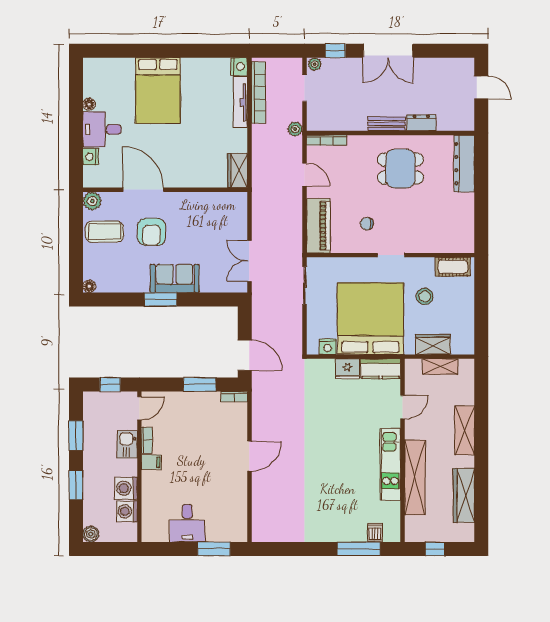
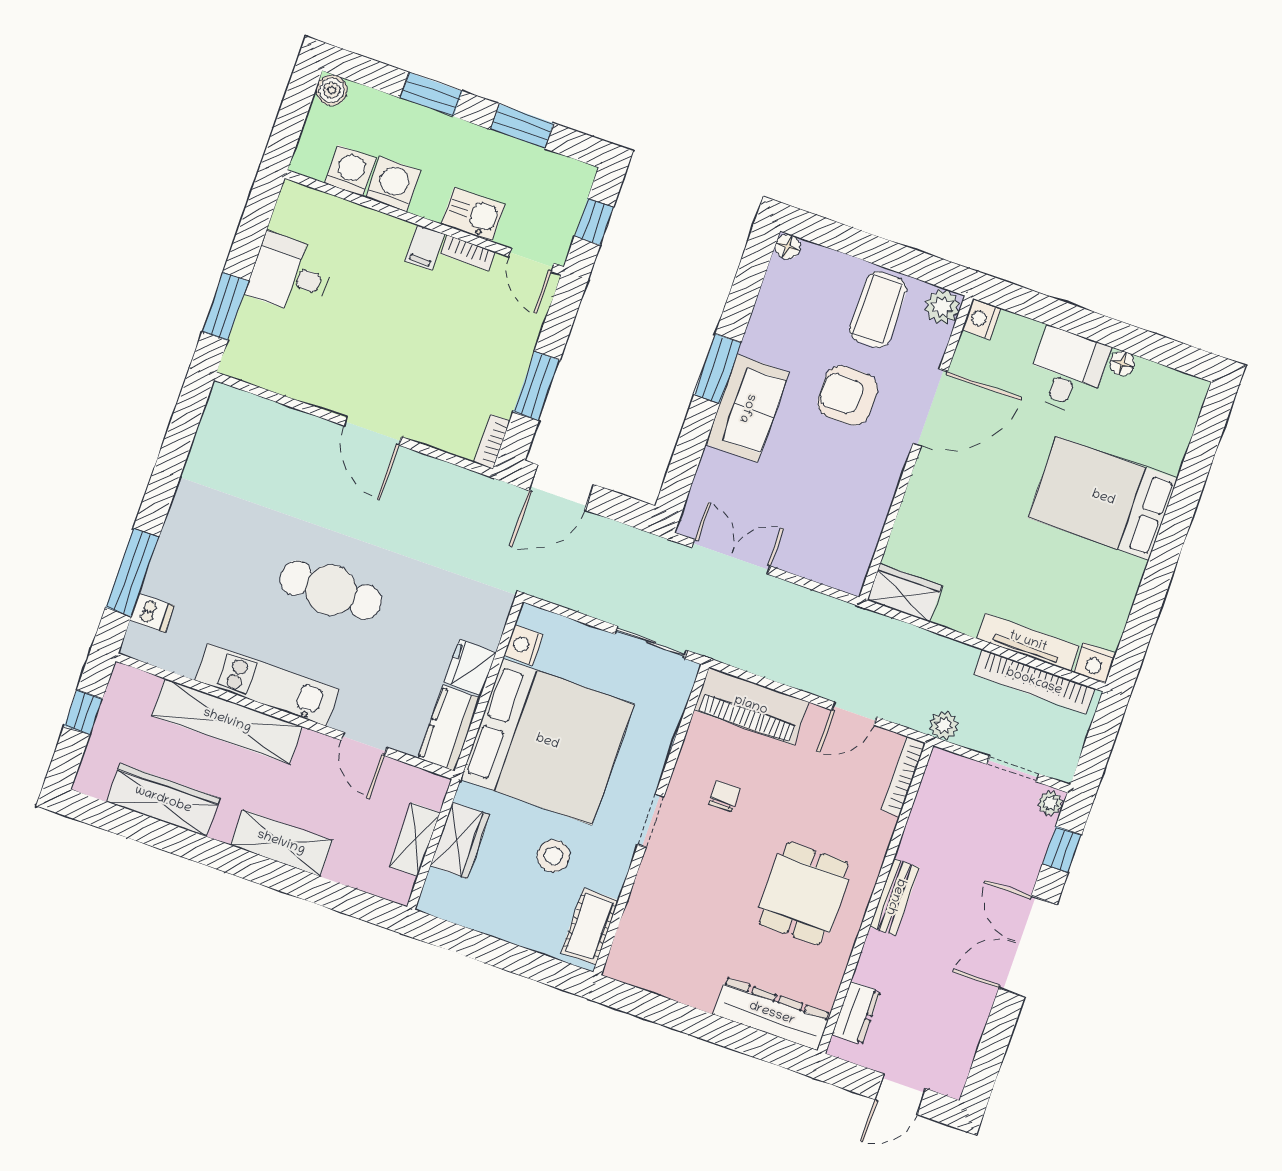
dresser: (421, 123) -> (856, 1013), moved
nightstand: (91, 157) -> (981, 319), moved, turned -90
cafe table: (334, 450) -> (331, 590), added

